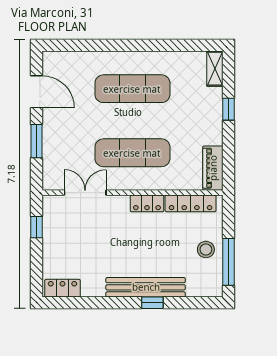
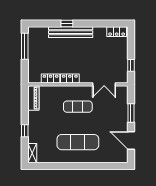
exercise mat: (132, 153) -> (78, 107), width x0.73, depth x0.69
locker: (191, 203) -> (51, 79), width x0.66
stool: (206, 249) -> (37, 53), removed

